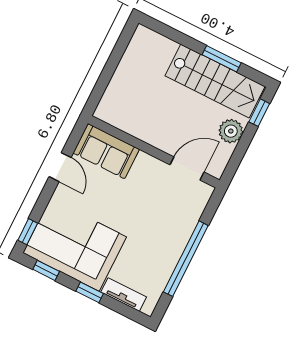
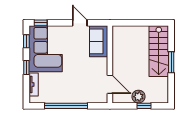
window: (222, 59) -> (171, 62), moved
stairs: (215, 81) -> (159, 51), moved
window: (259, 113) -> (144, 106), moved
door: (60, 167) -> (80, 23), swing flipped

